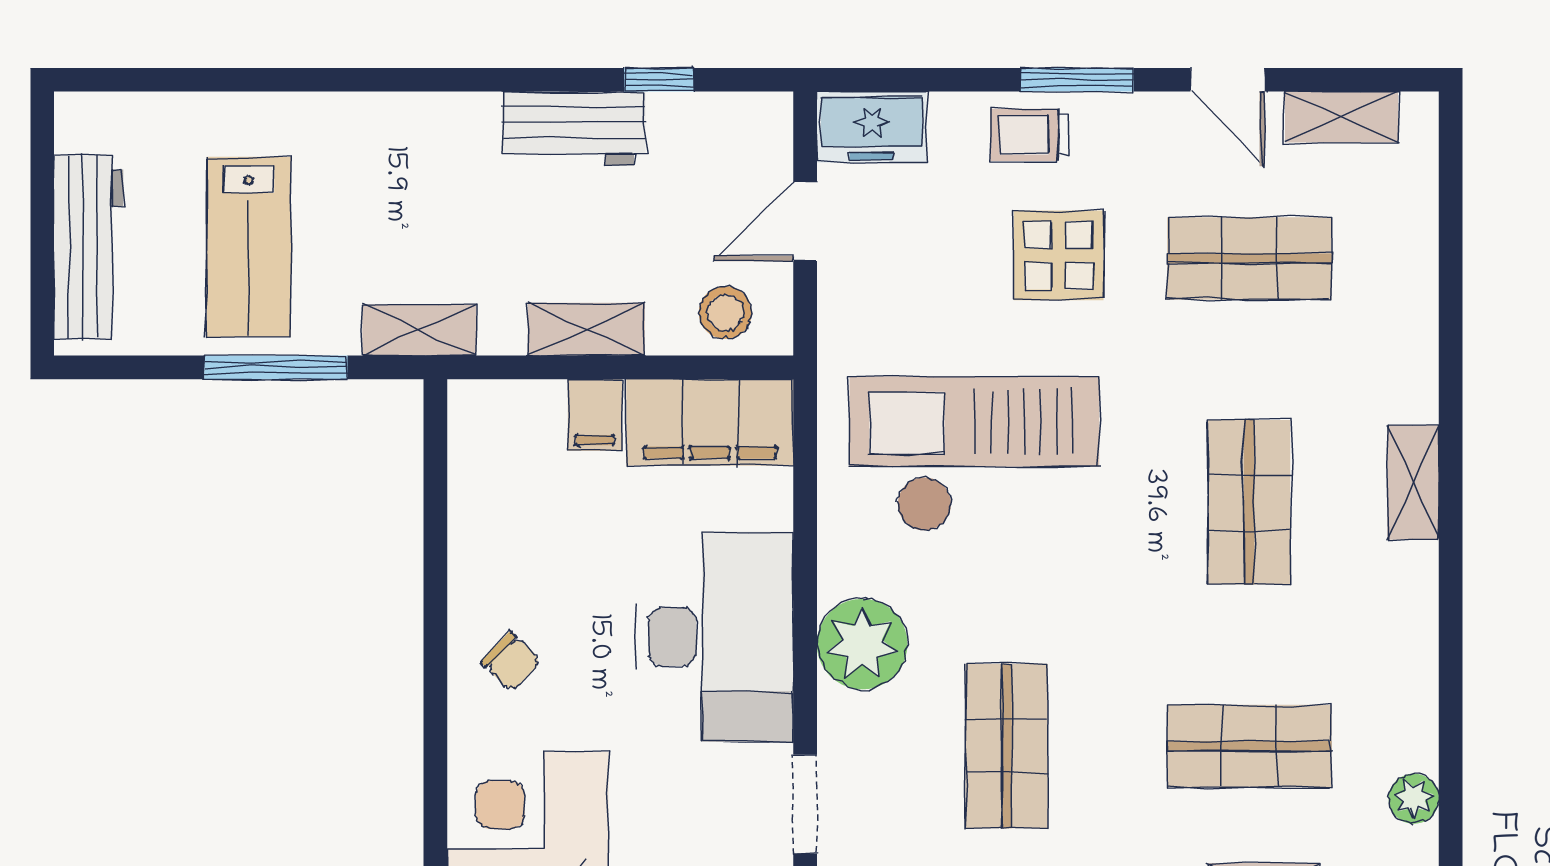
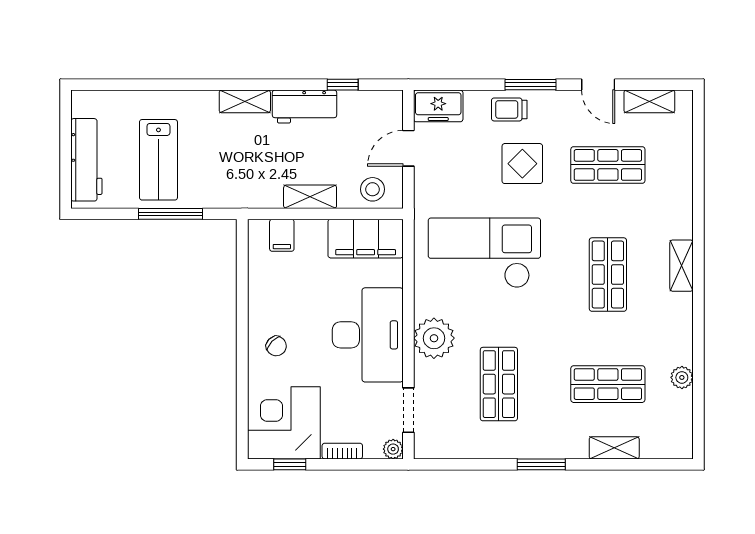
shelving: (419, 330) -> (245, 101), moved
filing cabinet: (595, 415) -> (282, 235), moved
plant: (1414, 799) -> (682, 377), moved

